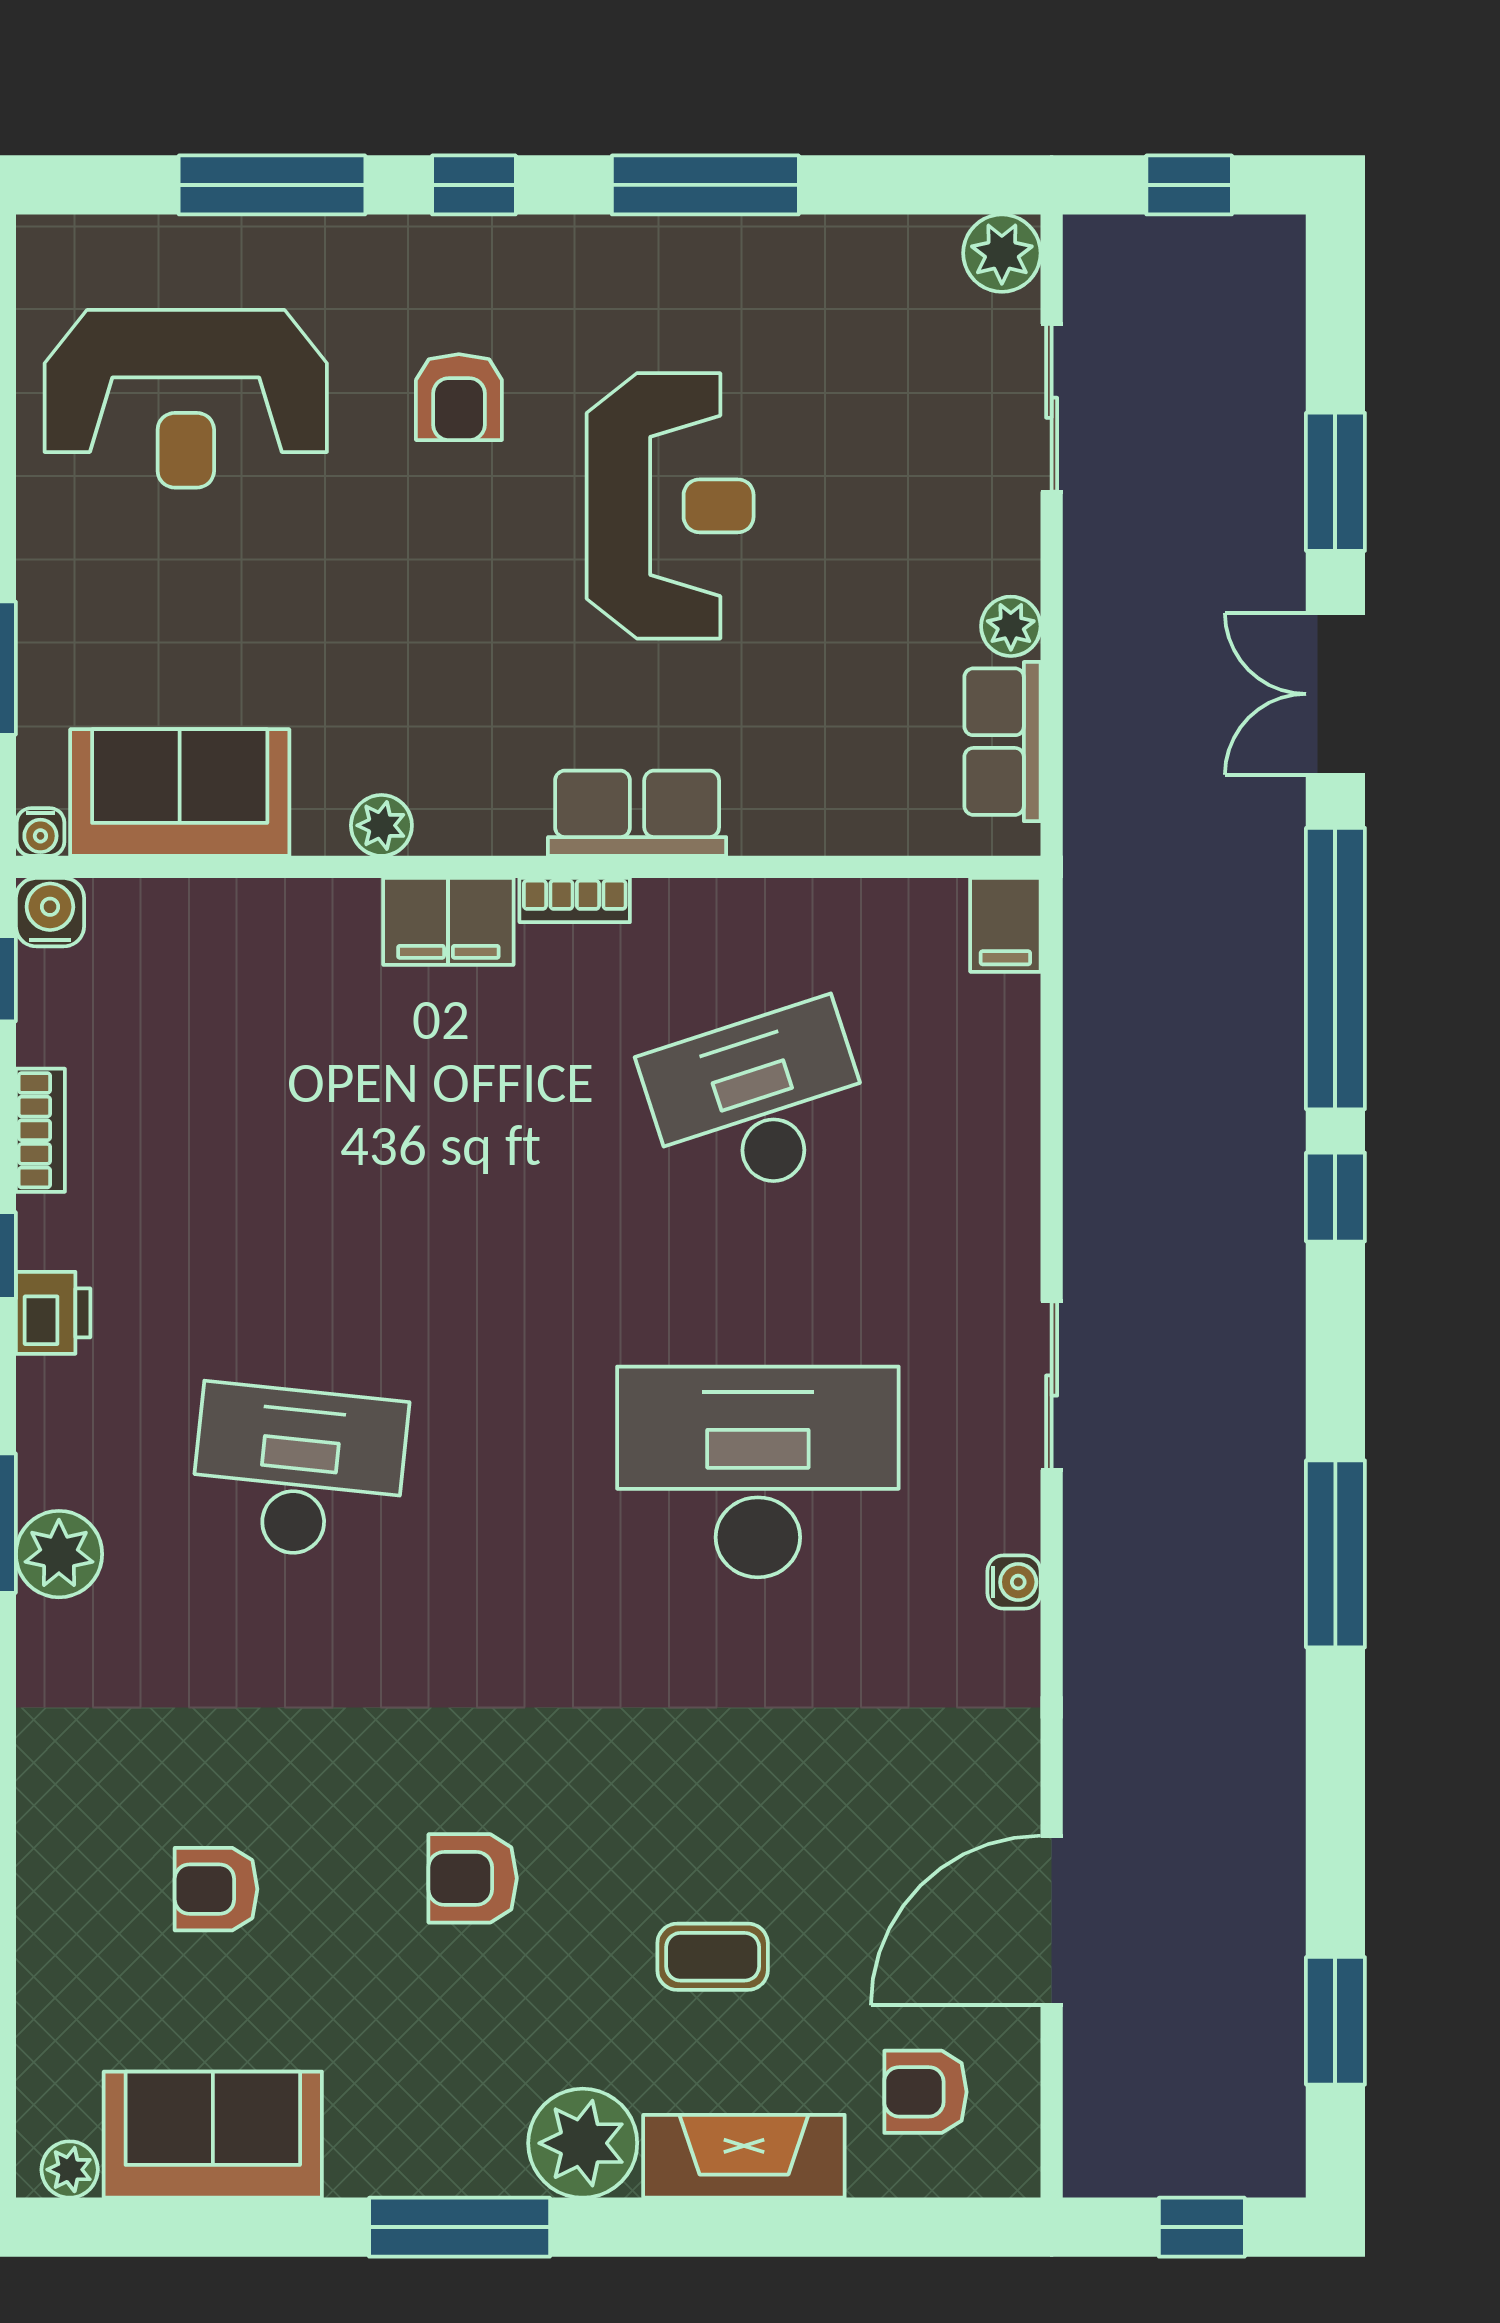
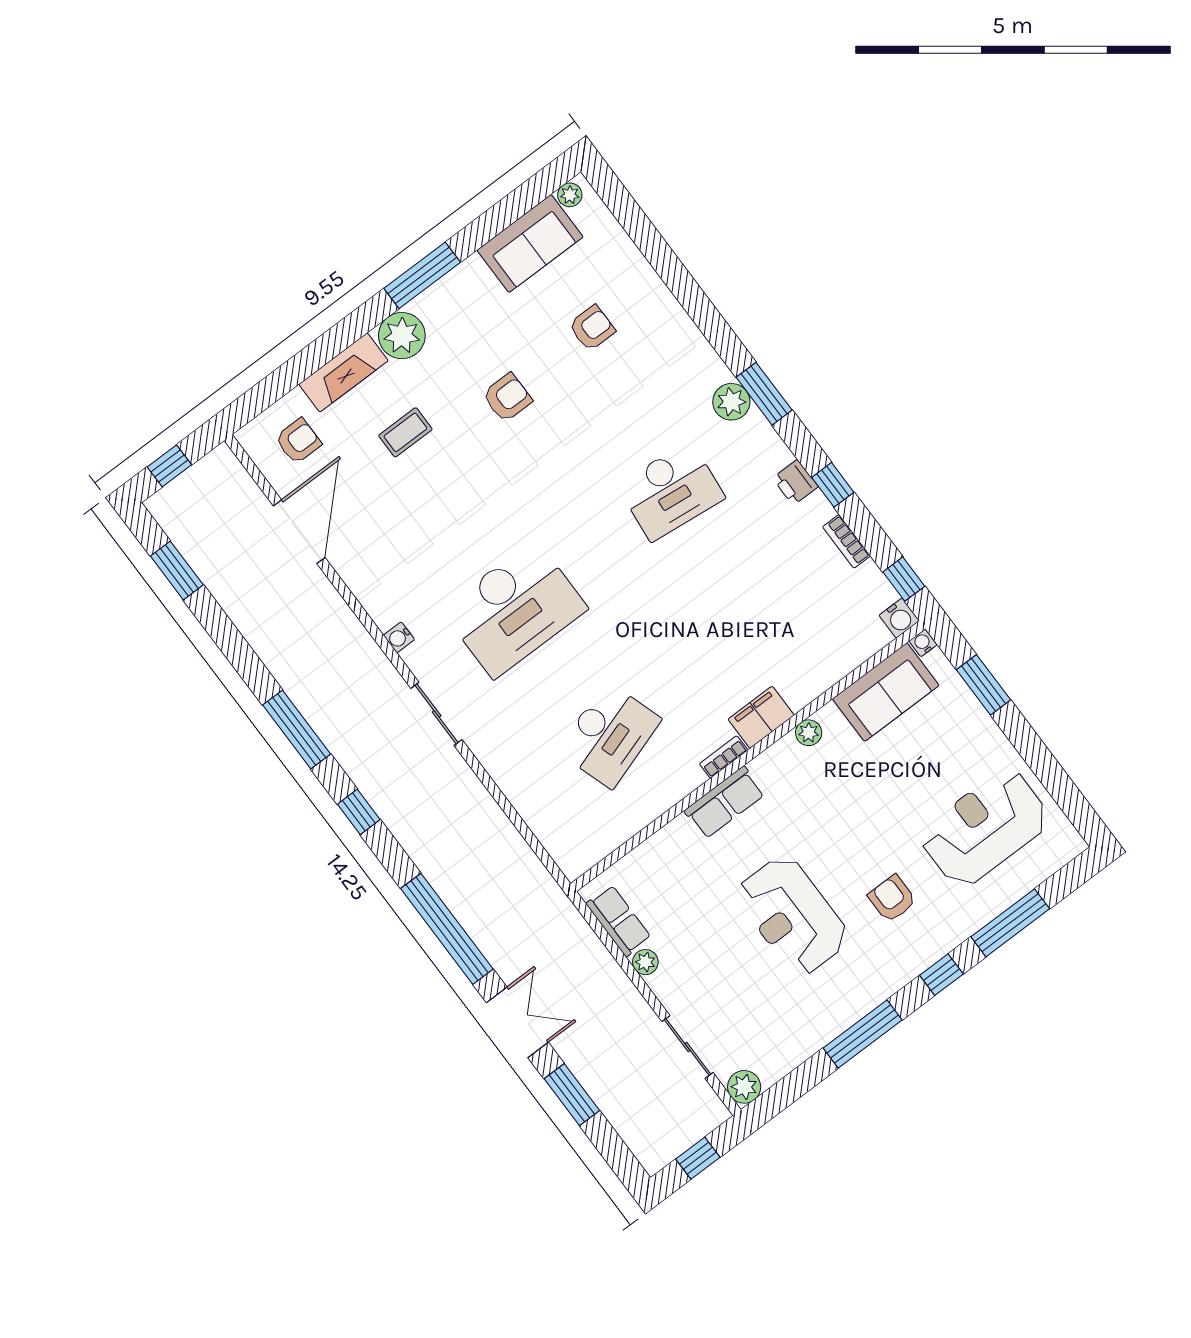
filing cabinet: (1005, 925) -> (571, 859), removed
window: (1335, 1197) -> (359, 812), moved

